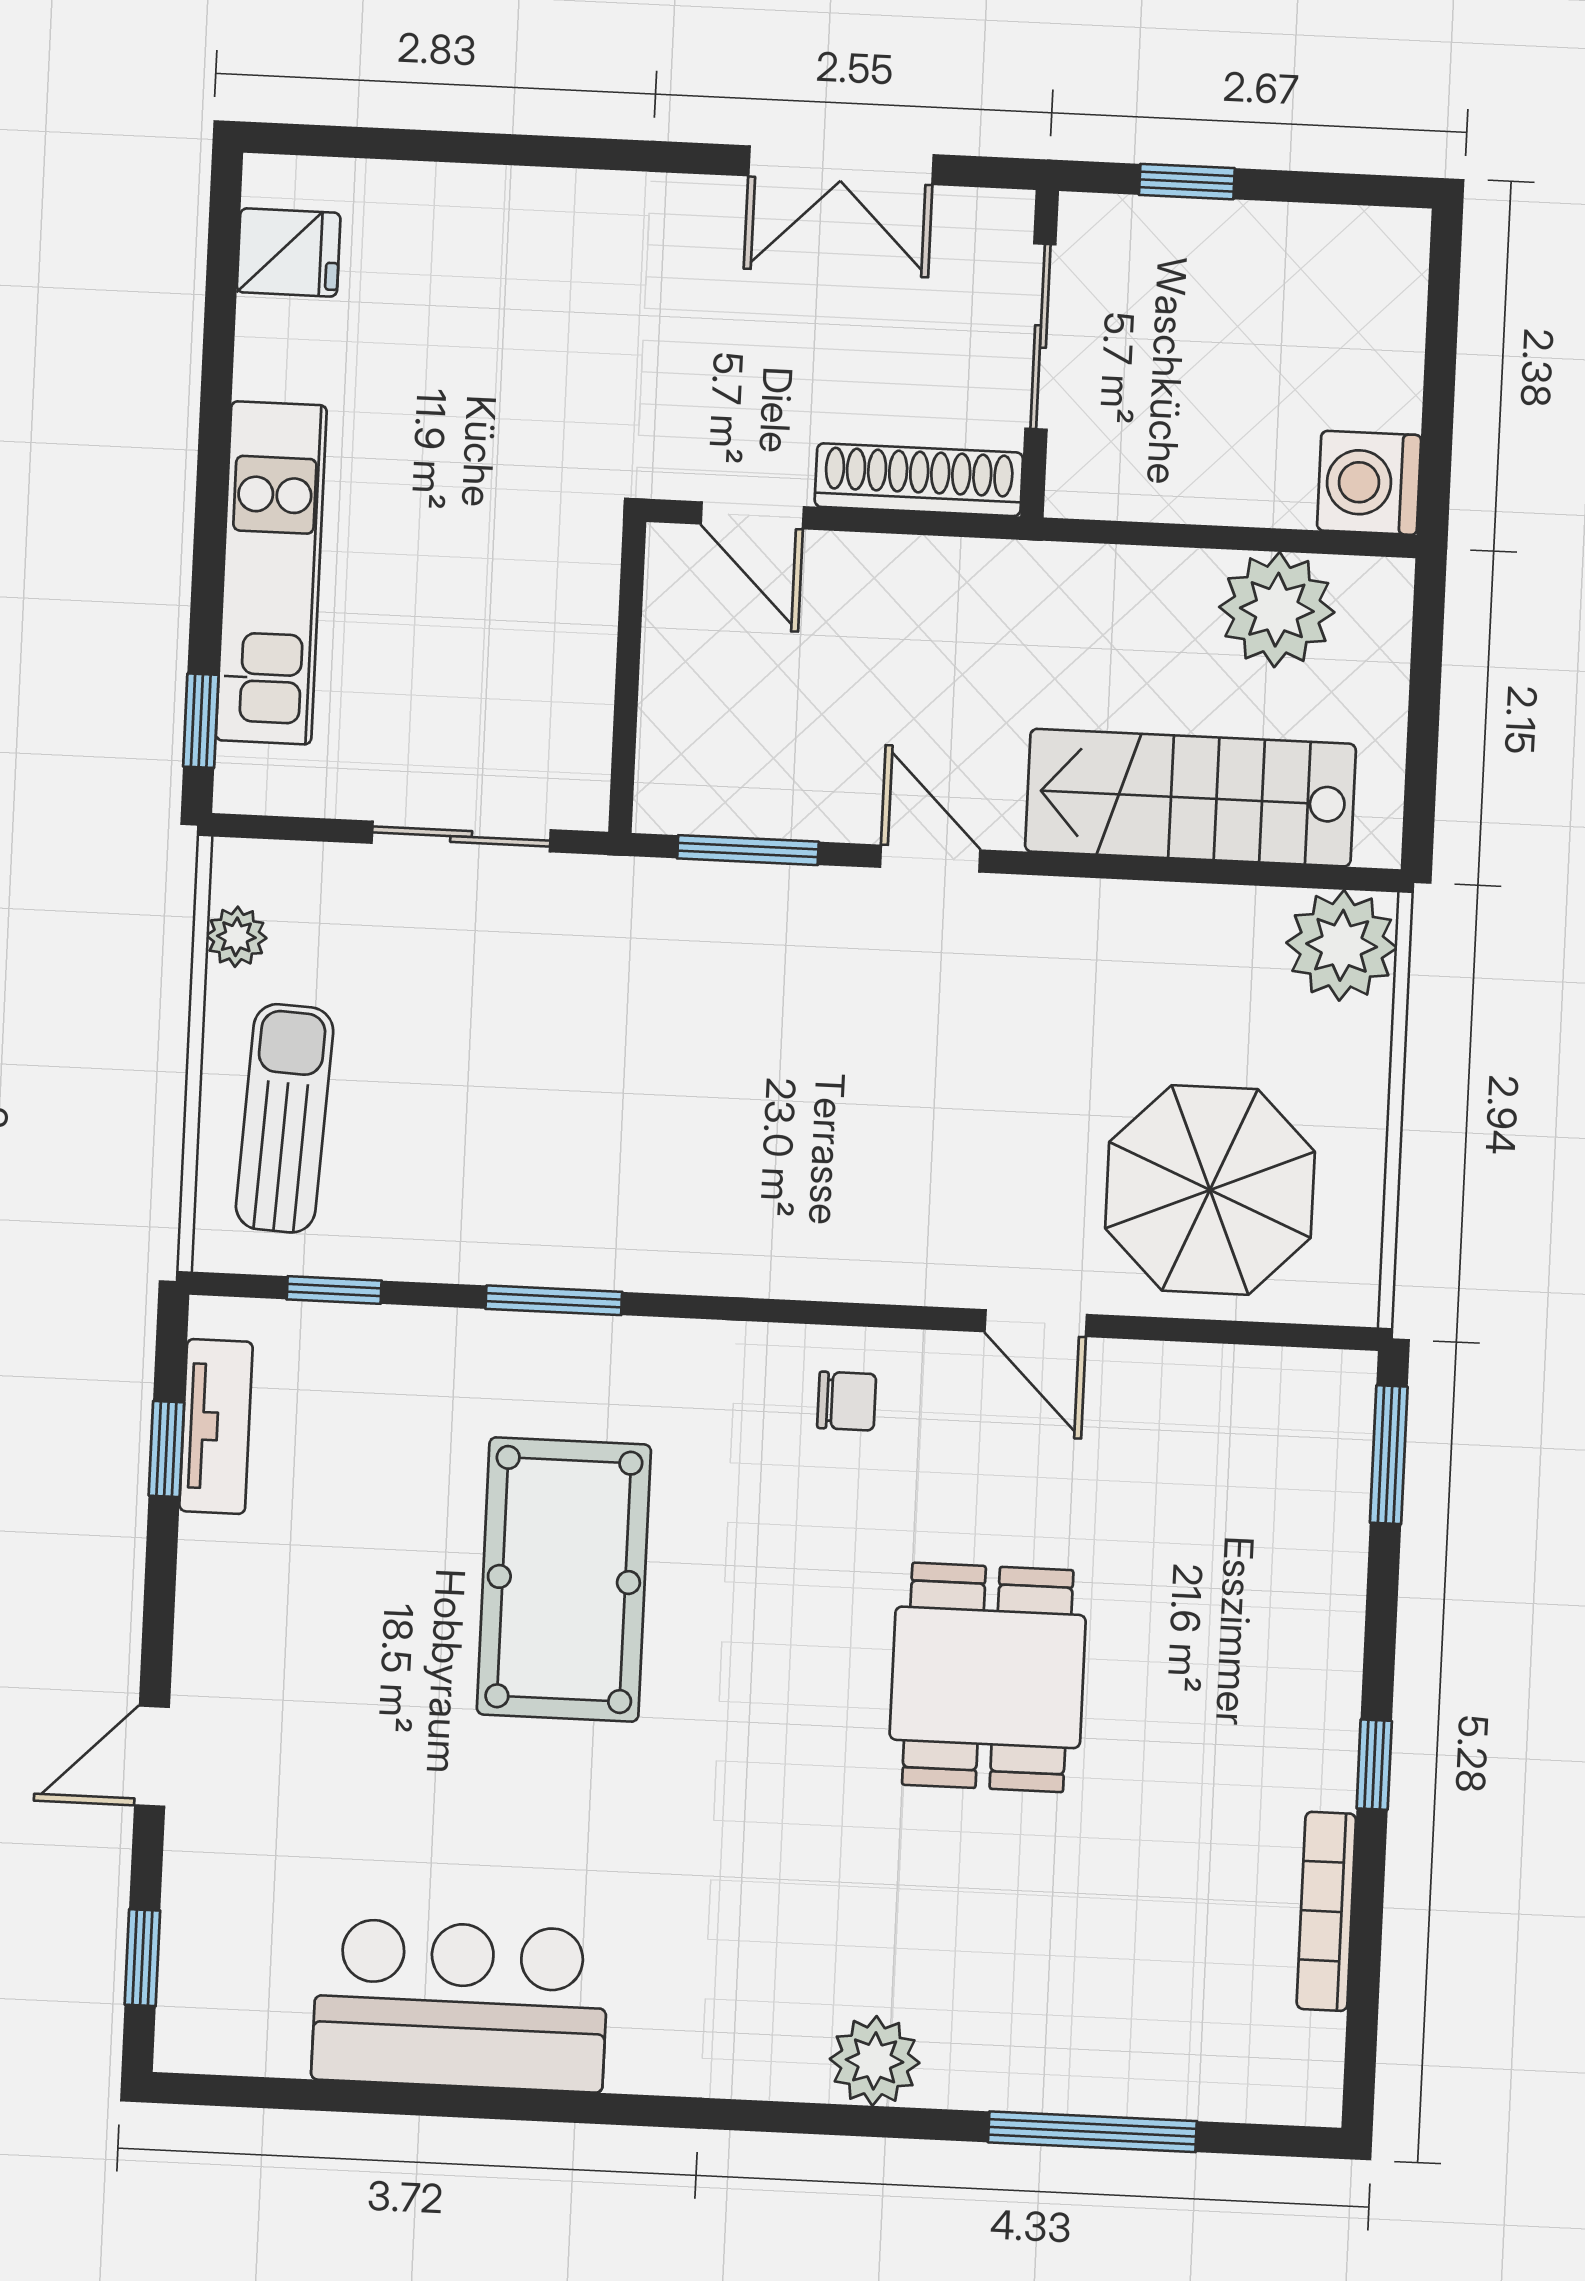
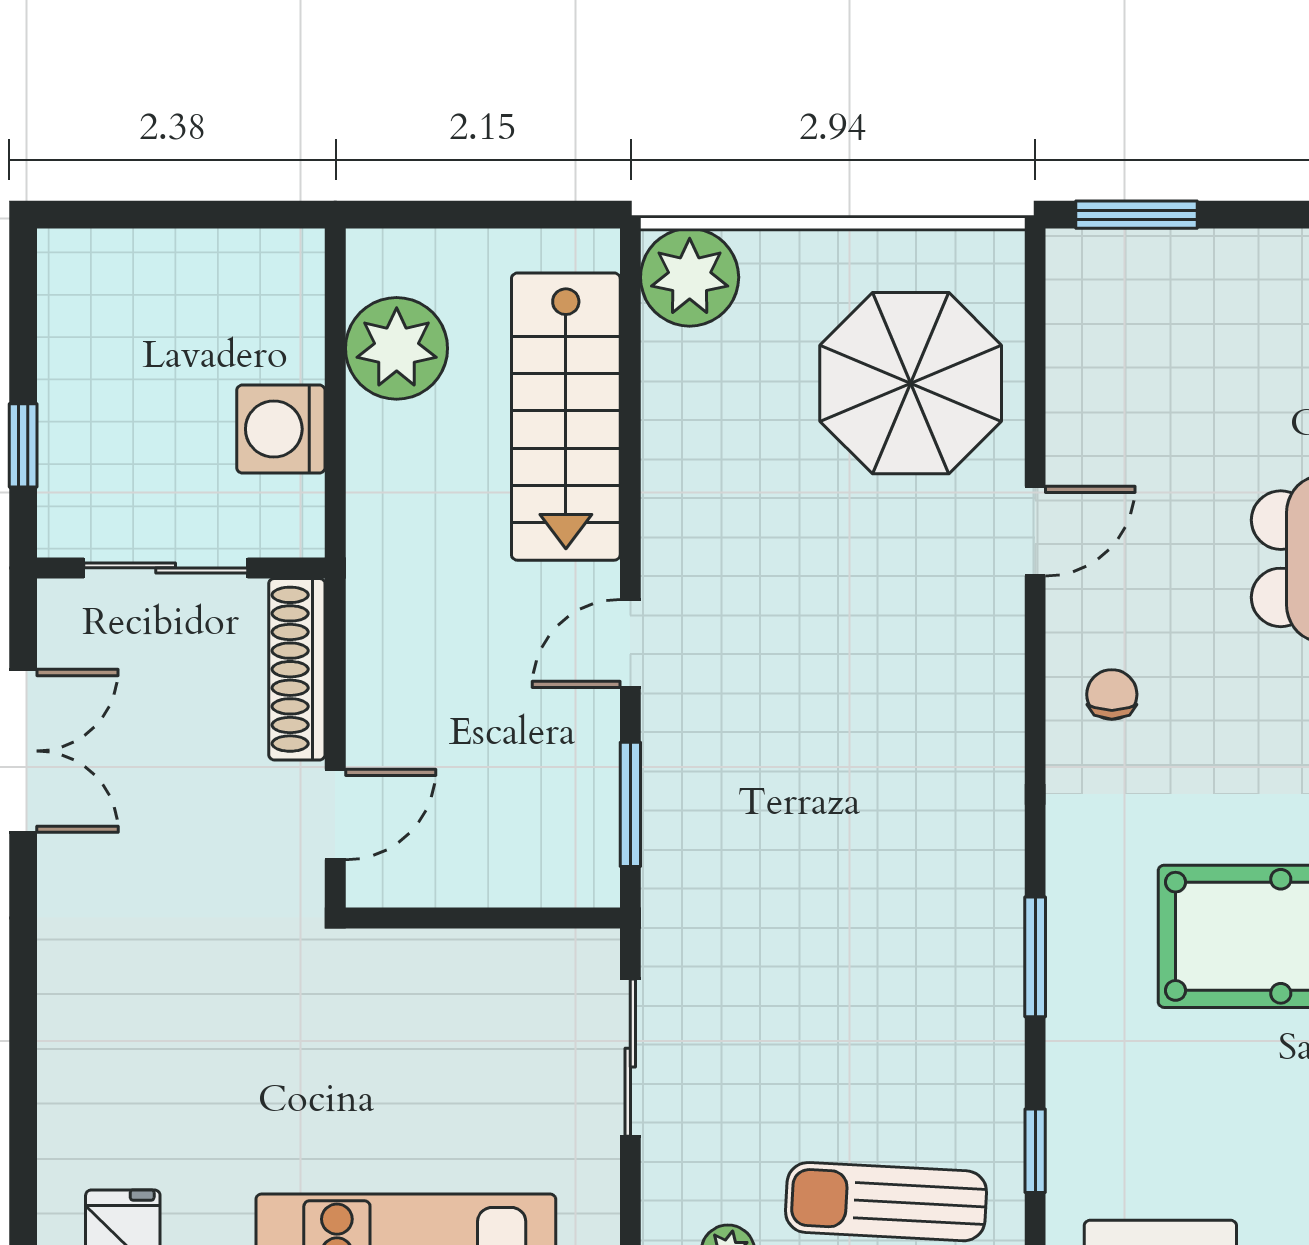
washing machine: (1369, 483) -> (281, 429), moved, turned 90

